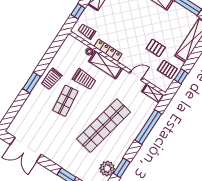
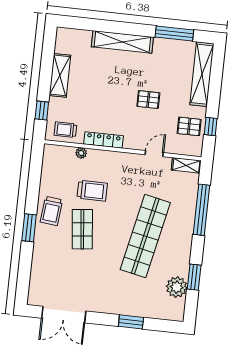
pallet: (156, 48) -> (148, 100), moved
shelving: (106, 65) -> (110, 160), removed

